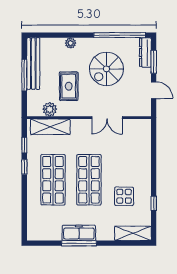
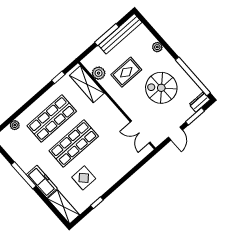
dresser: (145, 52) -> (200, 102), width x0.70
double door: (107, 118) -> (140, 132), moved
window: (24, 167) -> (43, 91), removed
plant: (32, 215) -> (15, 125), added
freezer: (79, 233) -> (42, 182), moved

